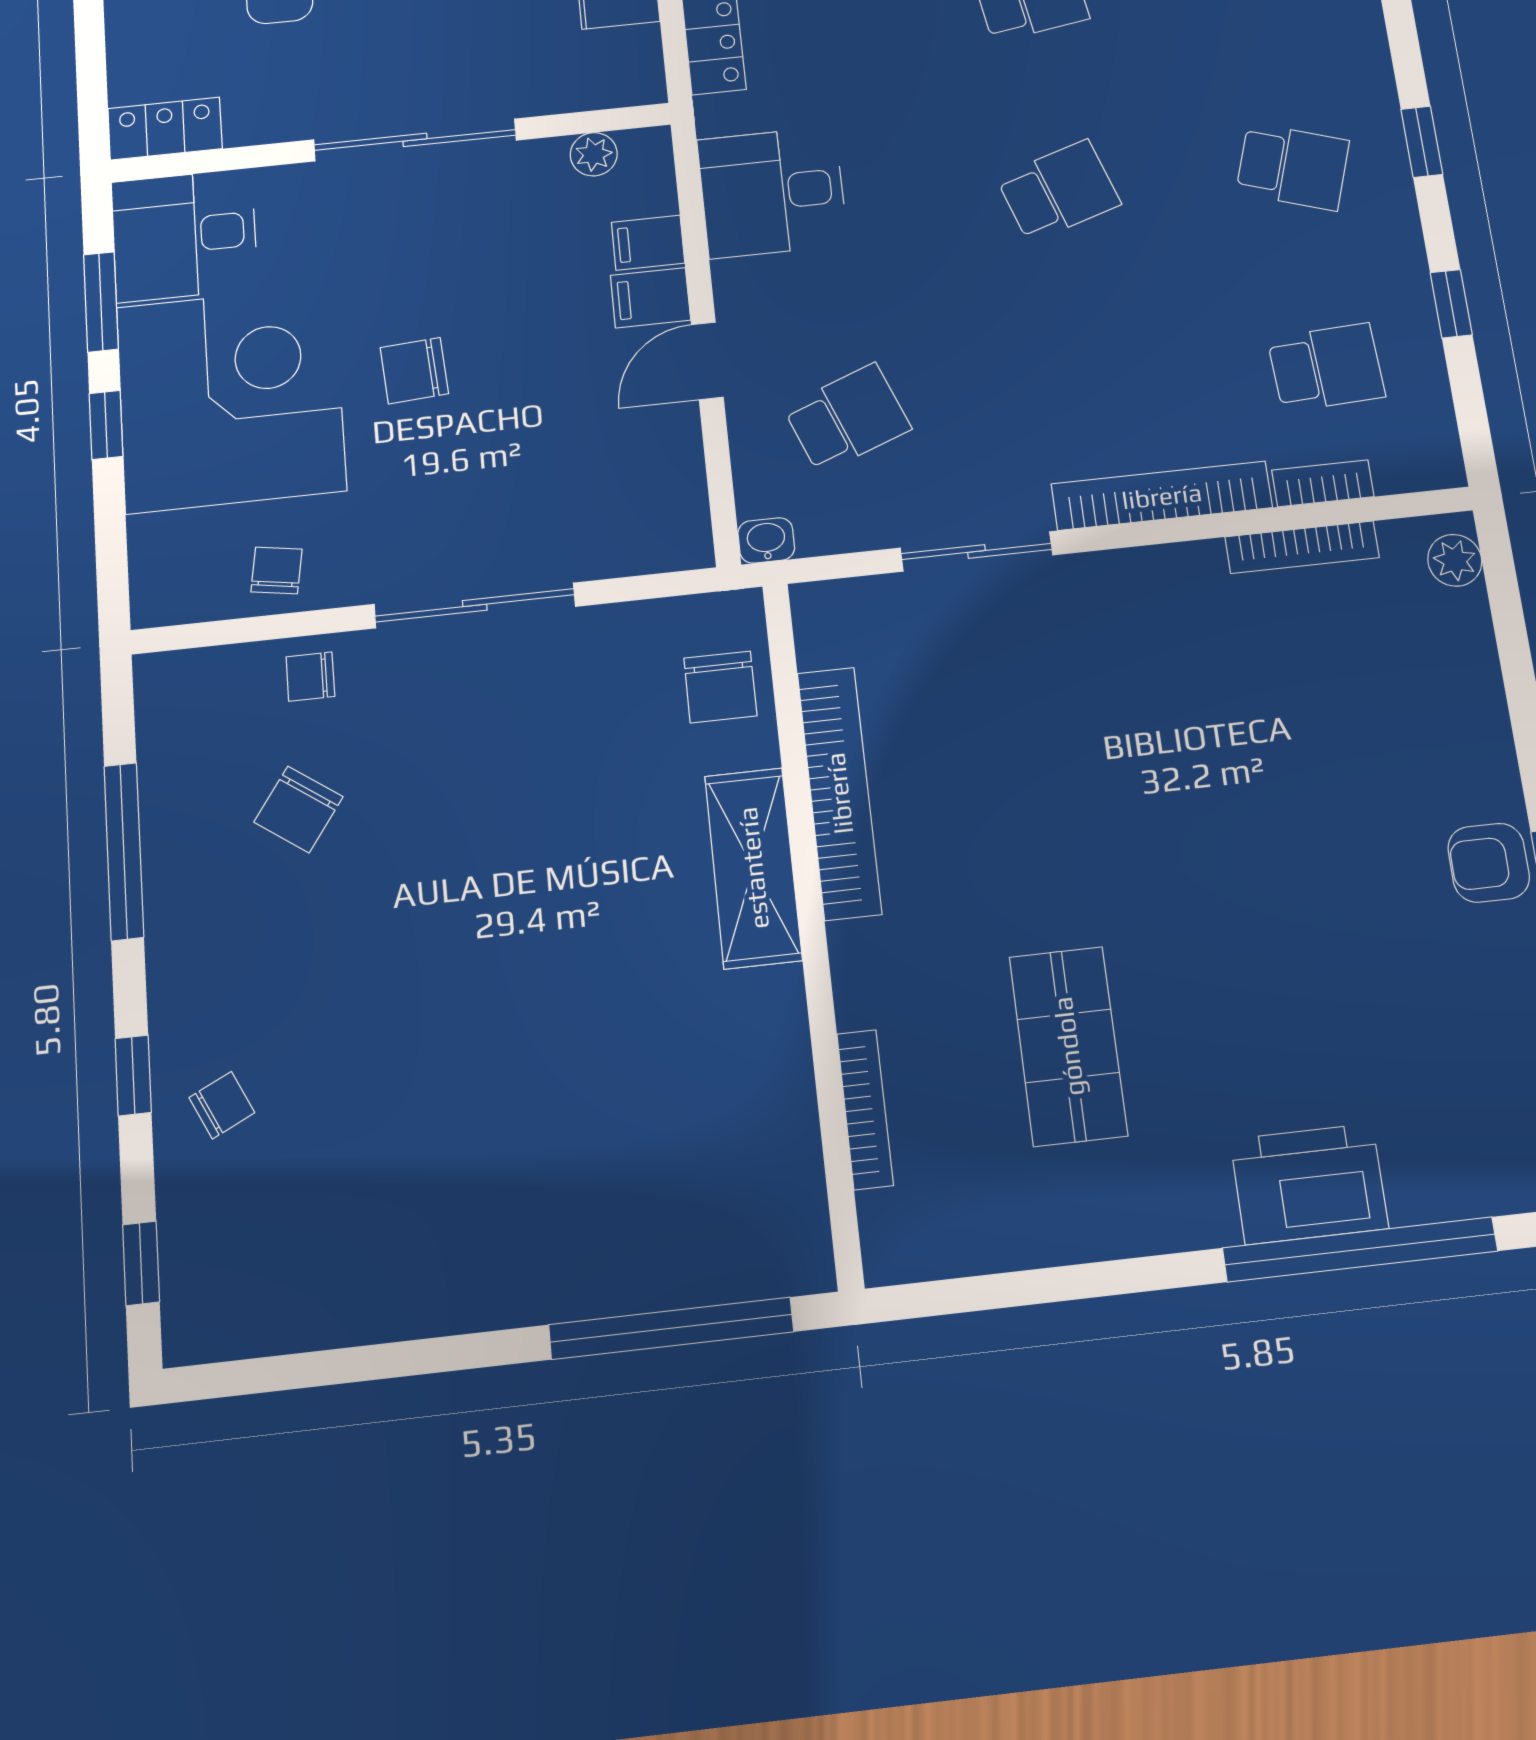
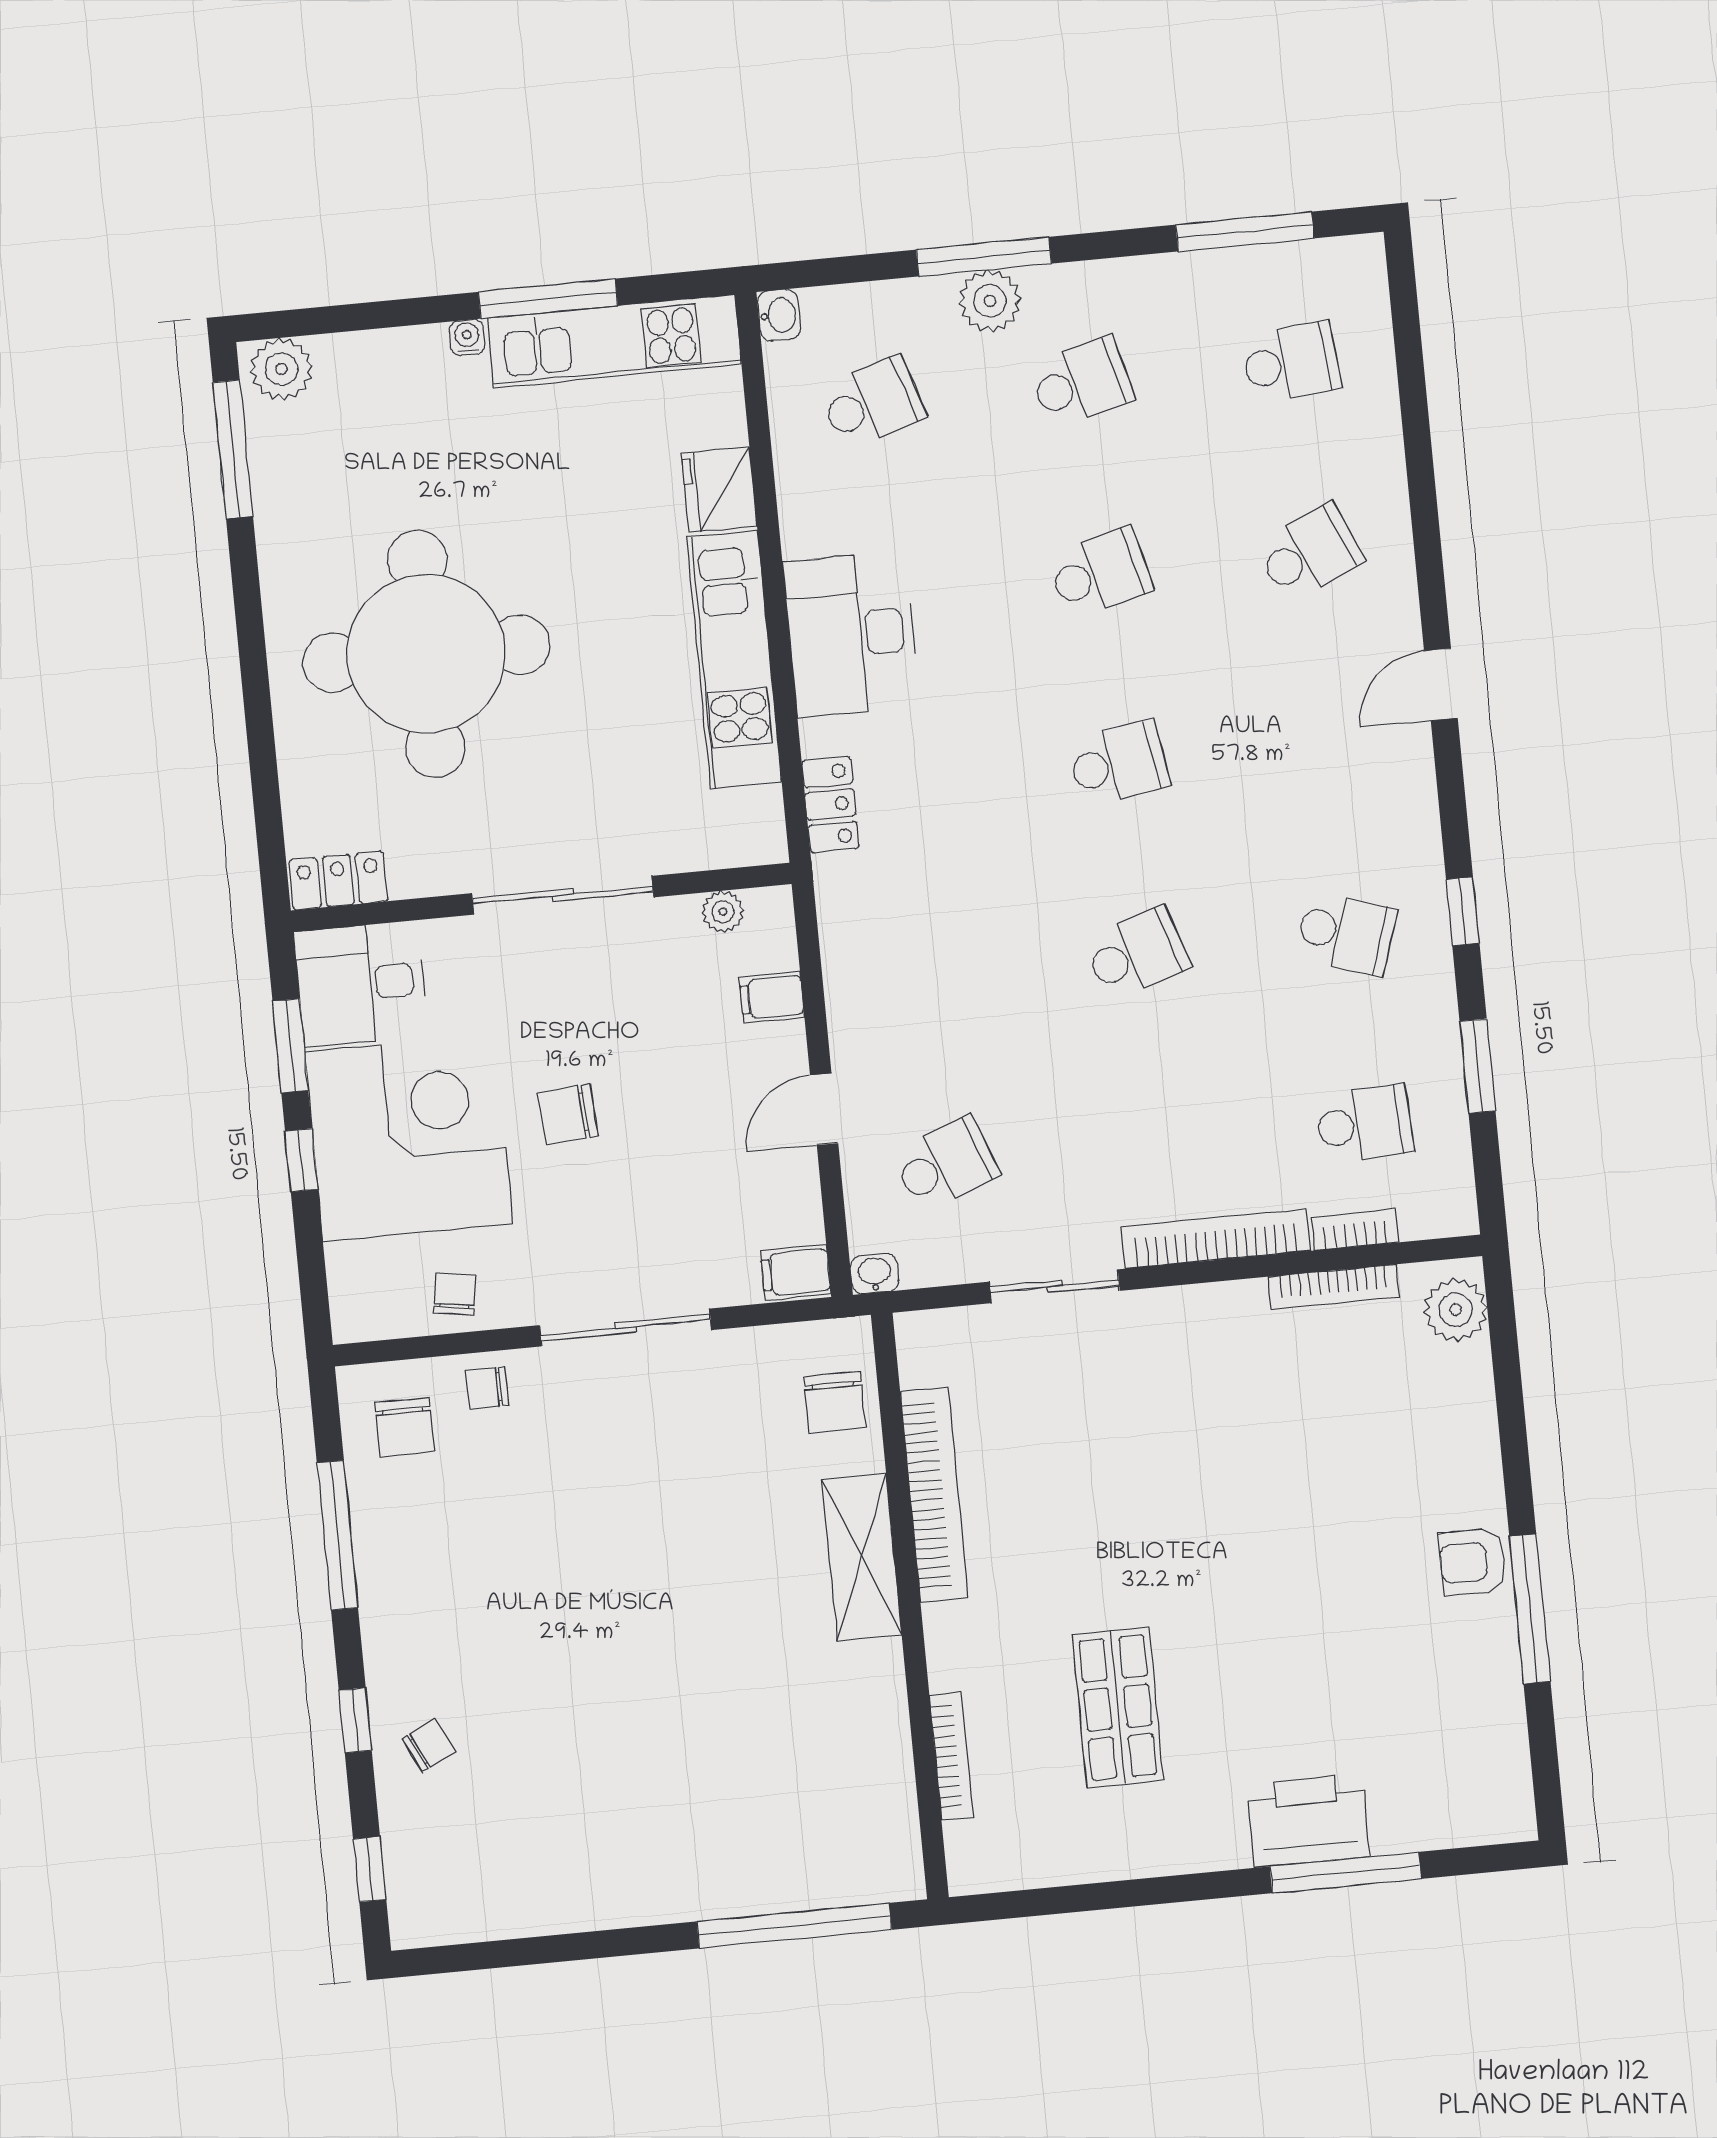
desk: (772, 192) -> (882, 951), removed
filing cabinet: (651, 298) -> (796, 1272), moved
window: (1451, 304) -> (1478, 1066), width x1.50
plant: (1455, 560) -> (1456, 1310), width x1.38, depth x1.38
chair: (298, 809) -> (404, 1427), moved, turned -35
window: (1360, 1249) -> (1346, 1873), width x0.68

